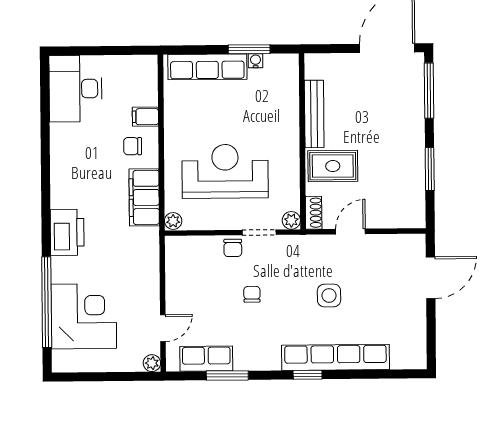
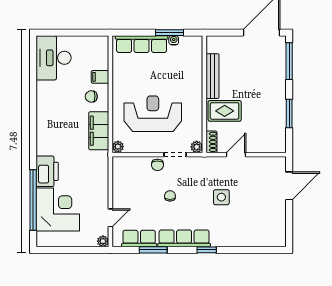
printer: (67, 232) -> (47, 171), moved
row of seats: (336, 357) -> (184, 238), moved, width x0.73

